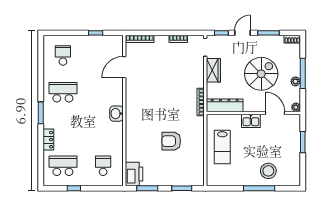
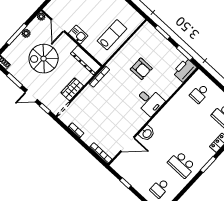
washbasin: (116, 114) -> (147, 133), moved
desk: (139, 120) -> (150, 101), added

